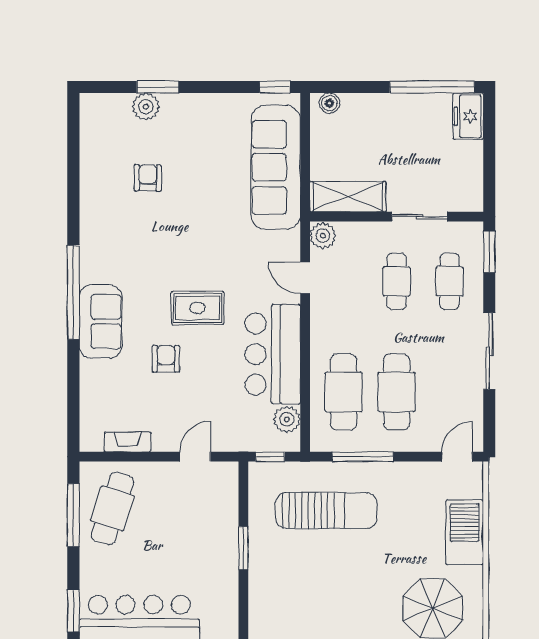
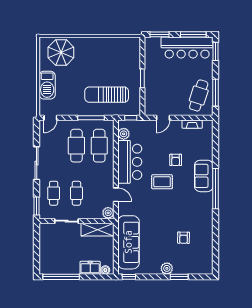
plant: (146, 107) -> (167, 268), moved
freezer: (468, 116) -> (90, 268), moved, turned -90

